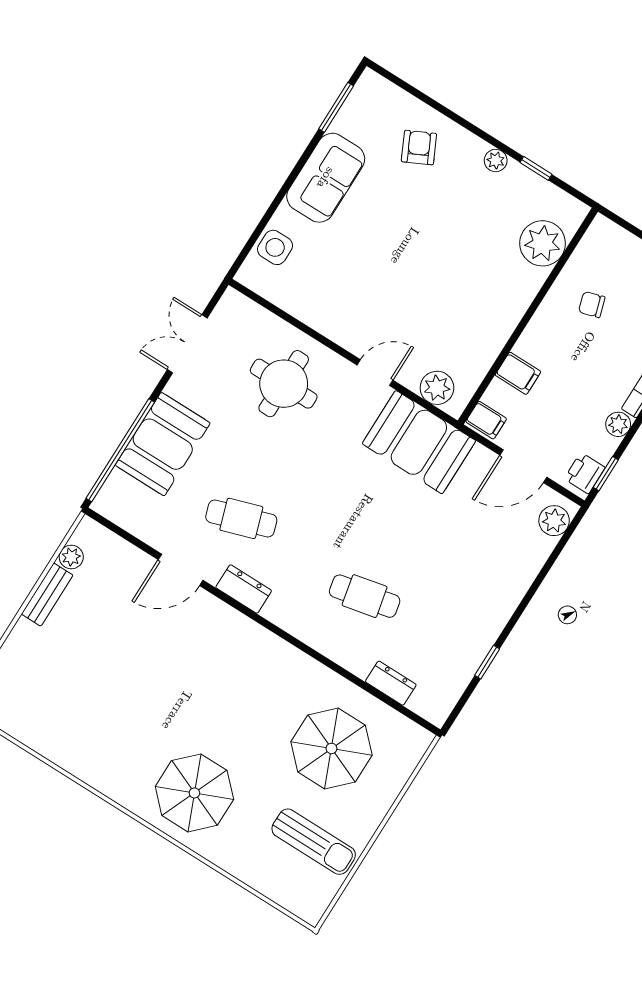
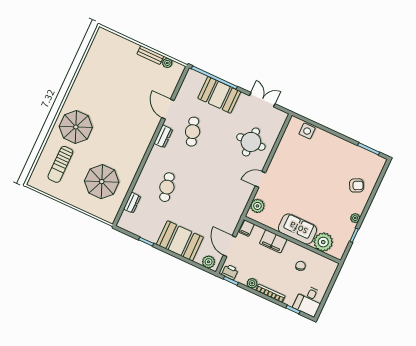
sofa: (326, 178) -> (298, 229), moved, turned 180
door: (375, 373) -> (260, 179), swing flipped
filing cabinet: (518, 373) -> (273, 241), width x2.00
booth: (419, 442) -> (180, 241), moved, turned 90
sun lounger: (314, 842) -> (60, 164), moved

